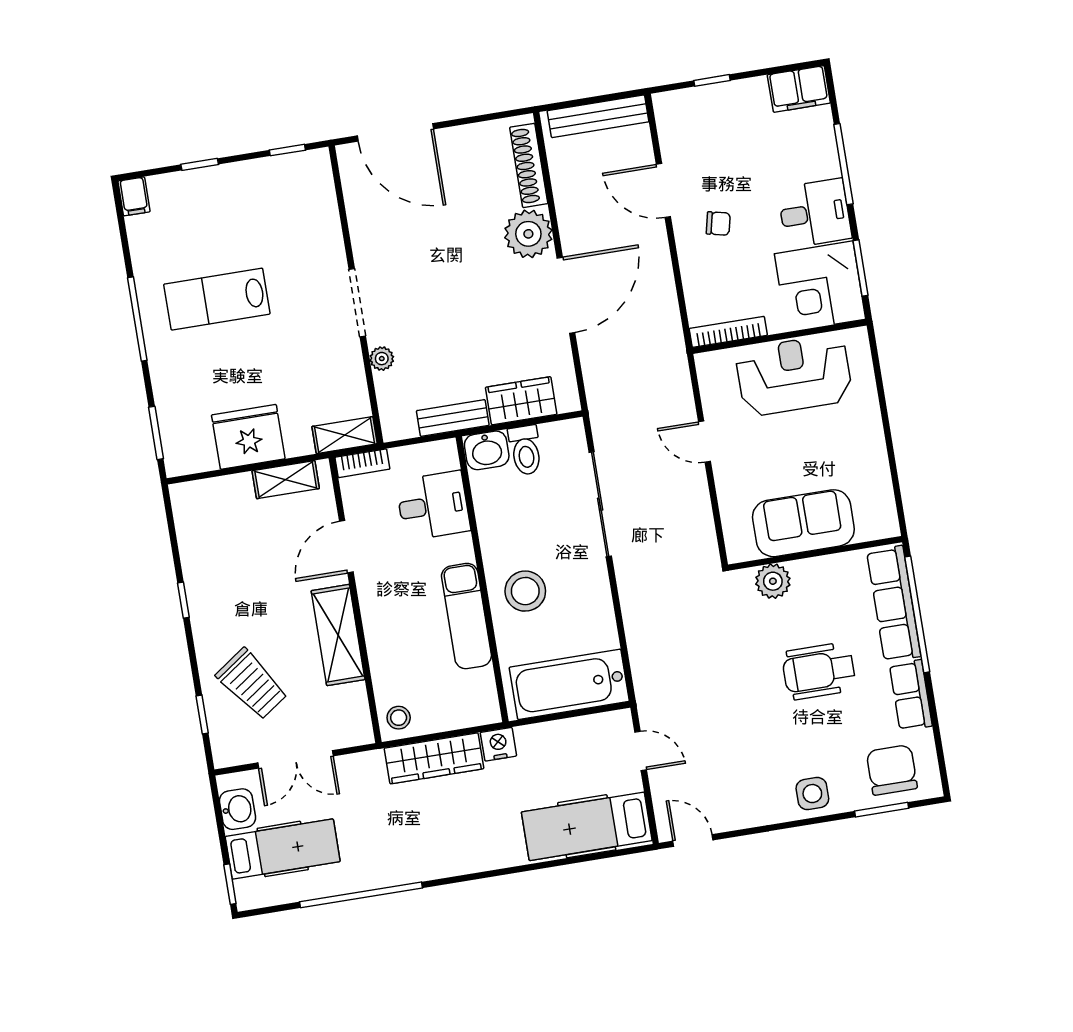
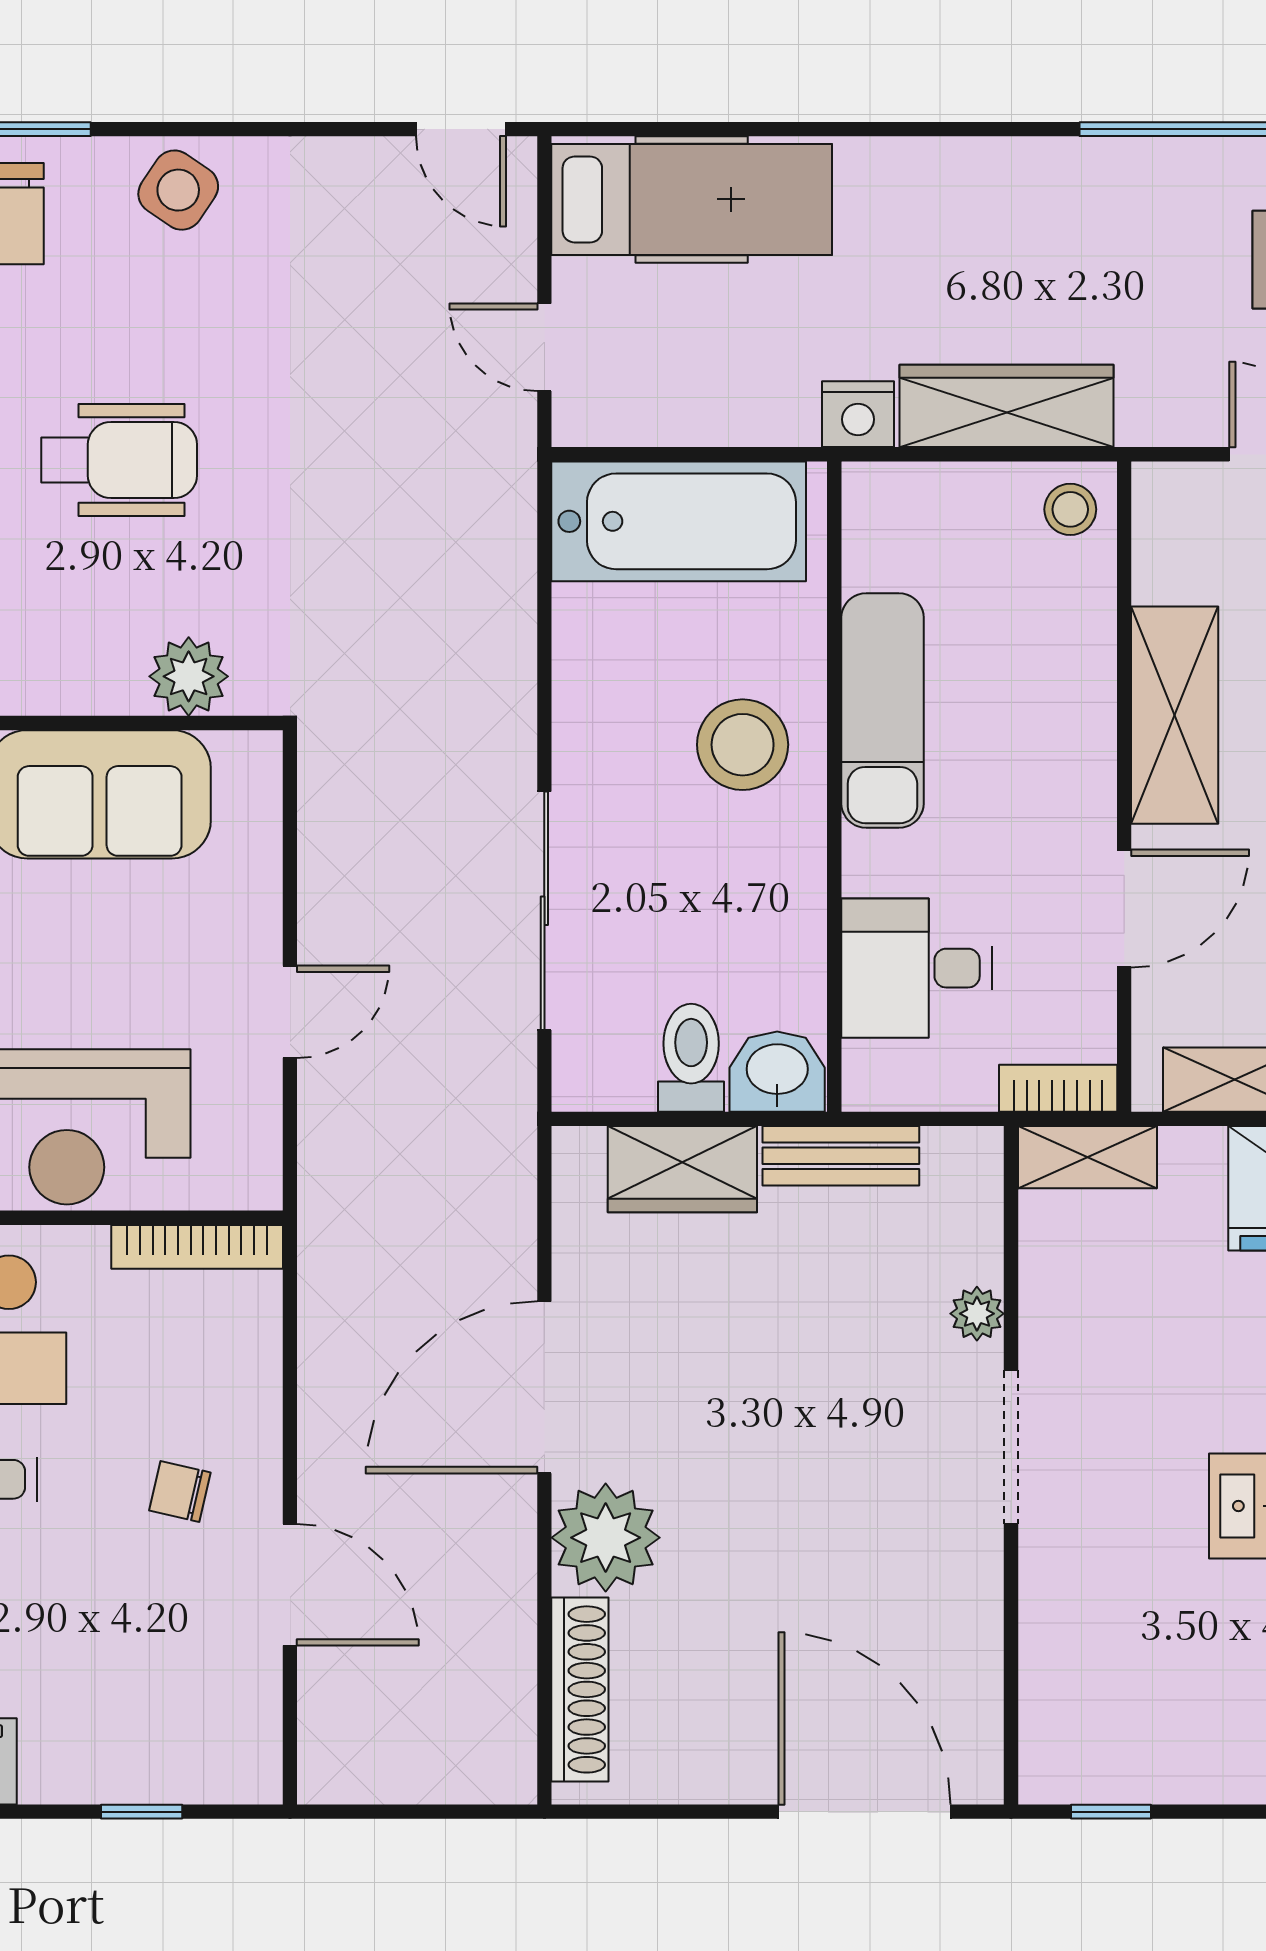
bench: (598, 116) -> (408, 1773), removed
door: (704, 442) -> (290, 1012), hinge flipped
side table: (812, 794) -> (178, 190), turned 34

